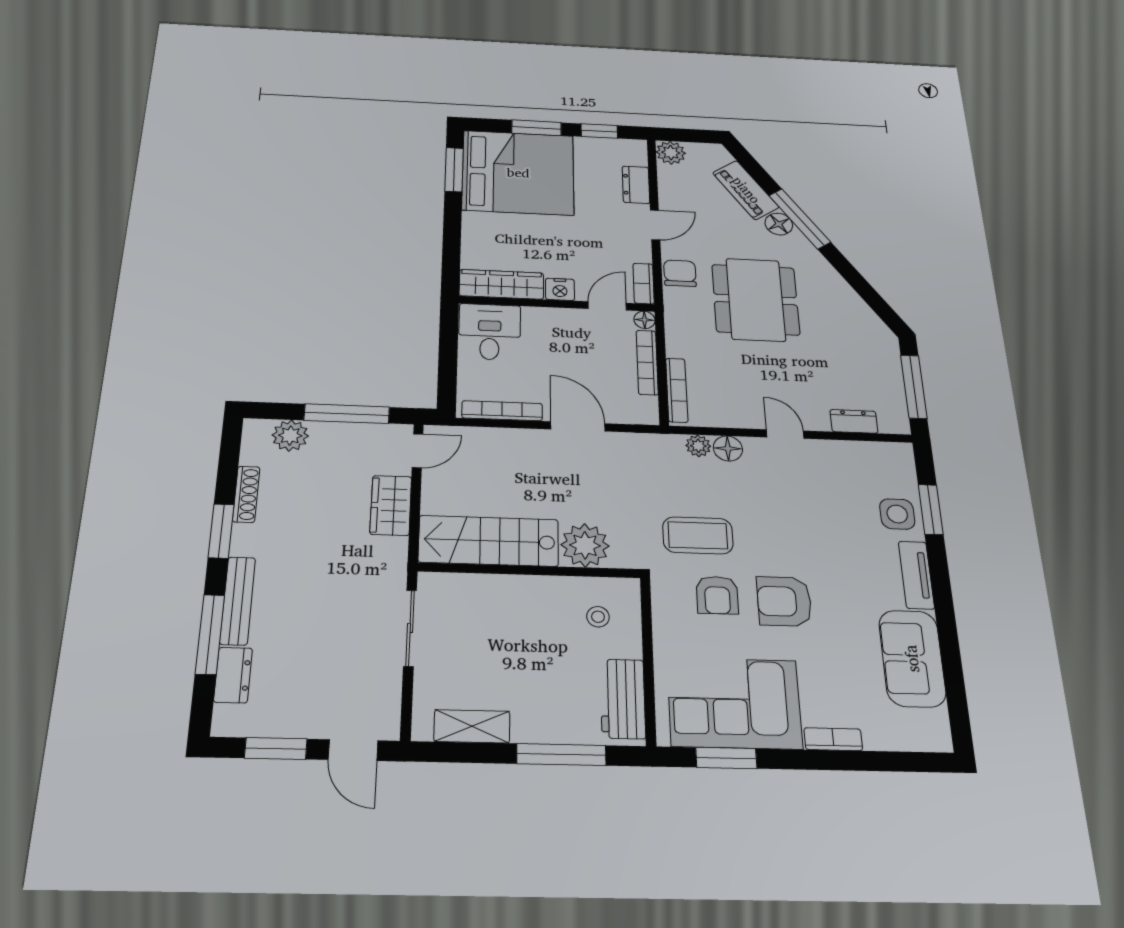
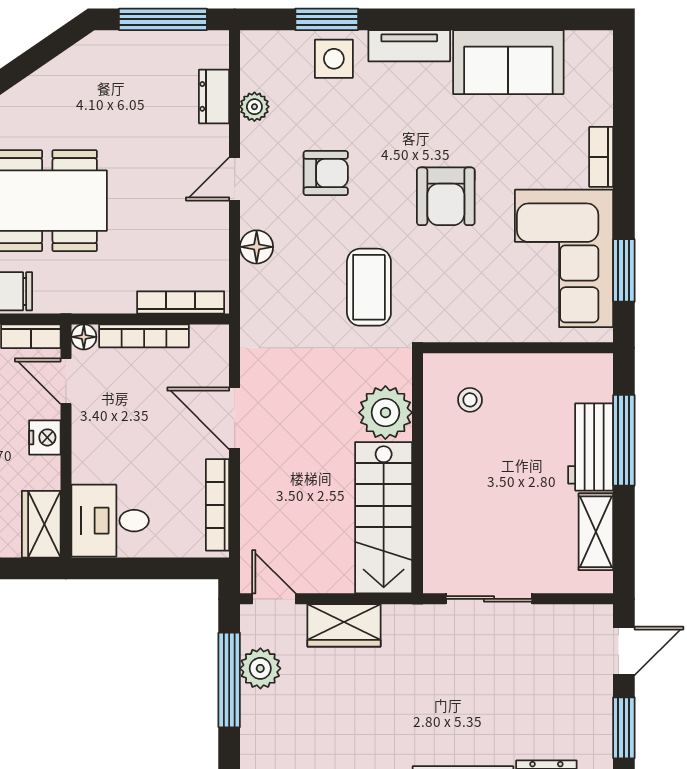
wardrobe: (501, 284) -> (41, 524), width x0.67
door: (578, 426) -> (235, 418), hinge flipped
plant: (290, 436) -> (260, 668), moved
plant: (698, 446) -> (254, 107), moved
armchair: (717, 595) -> (326, 173), moved
workbench: (623, 699) -> (591, 447), moved, turned 90

